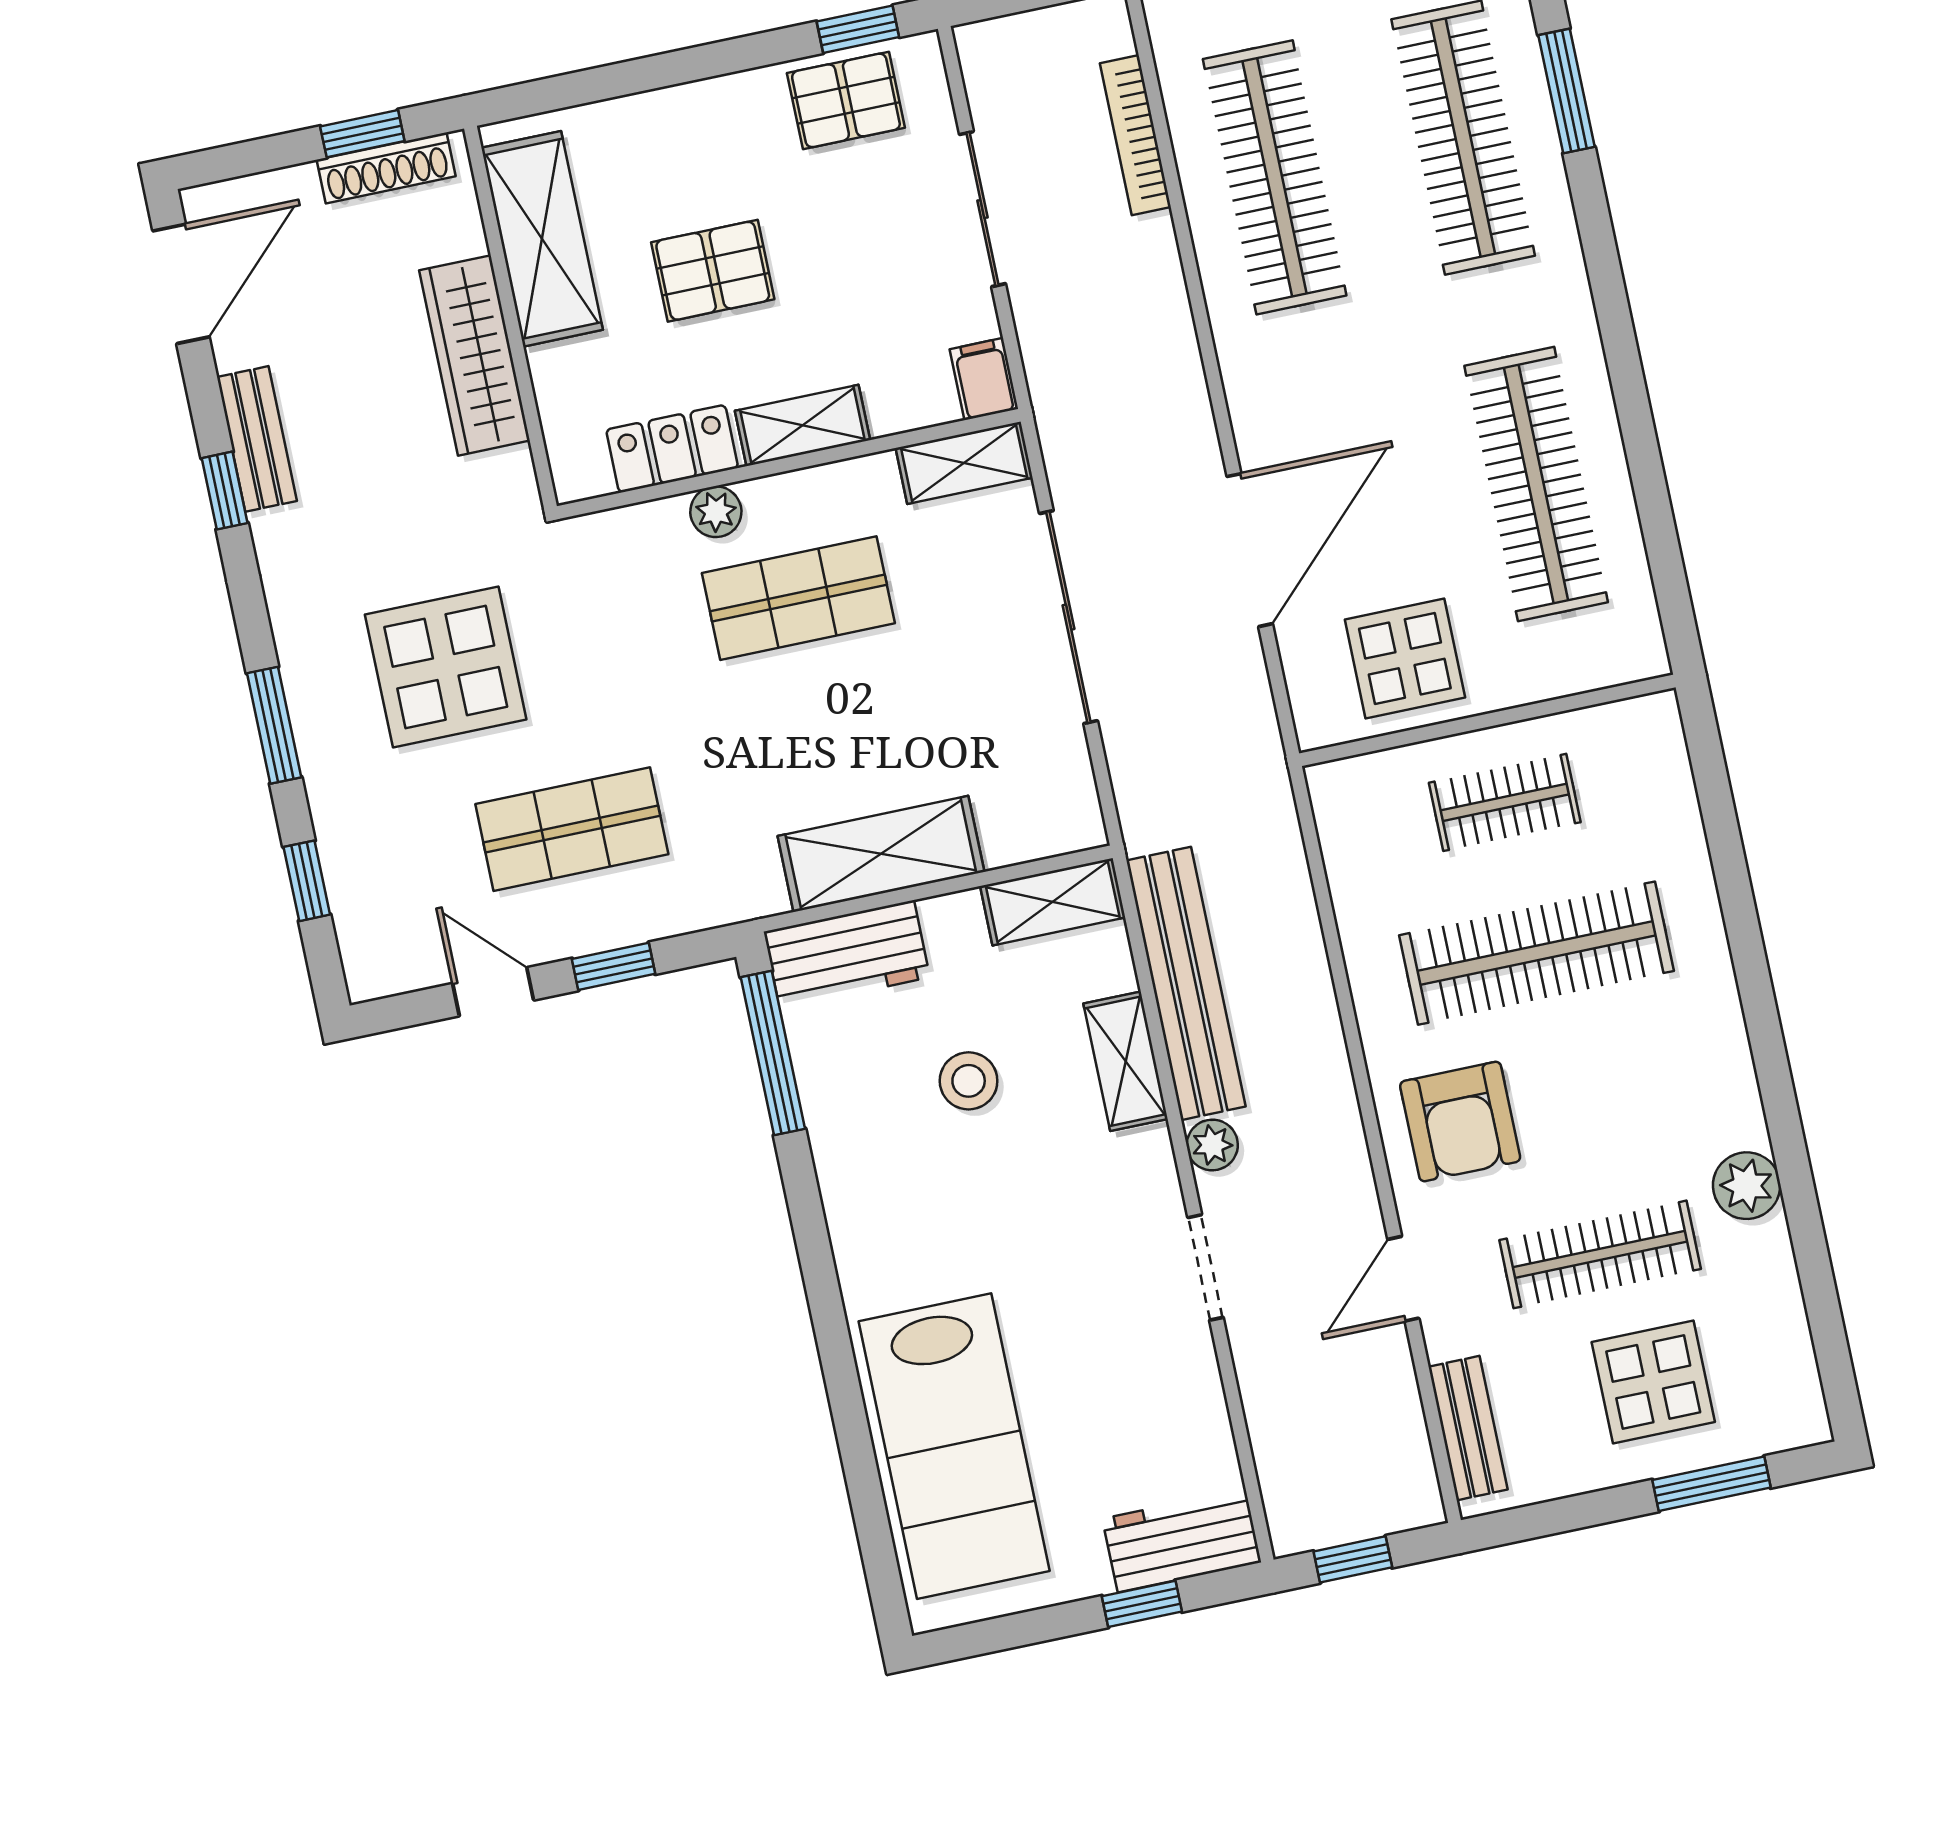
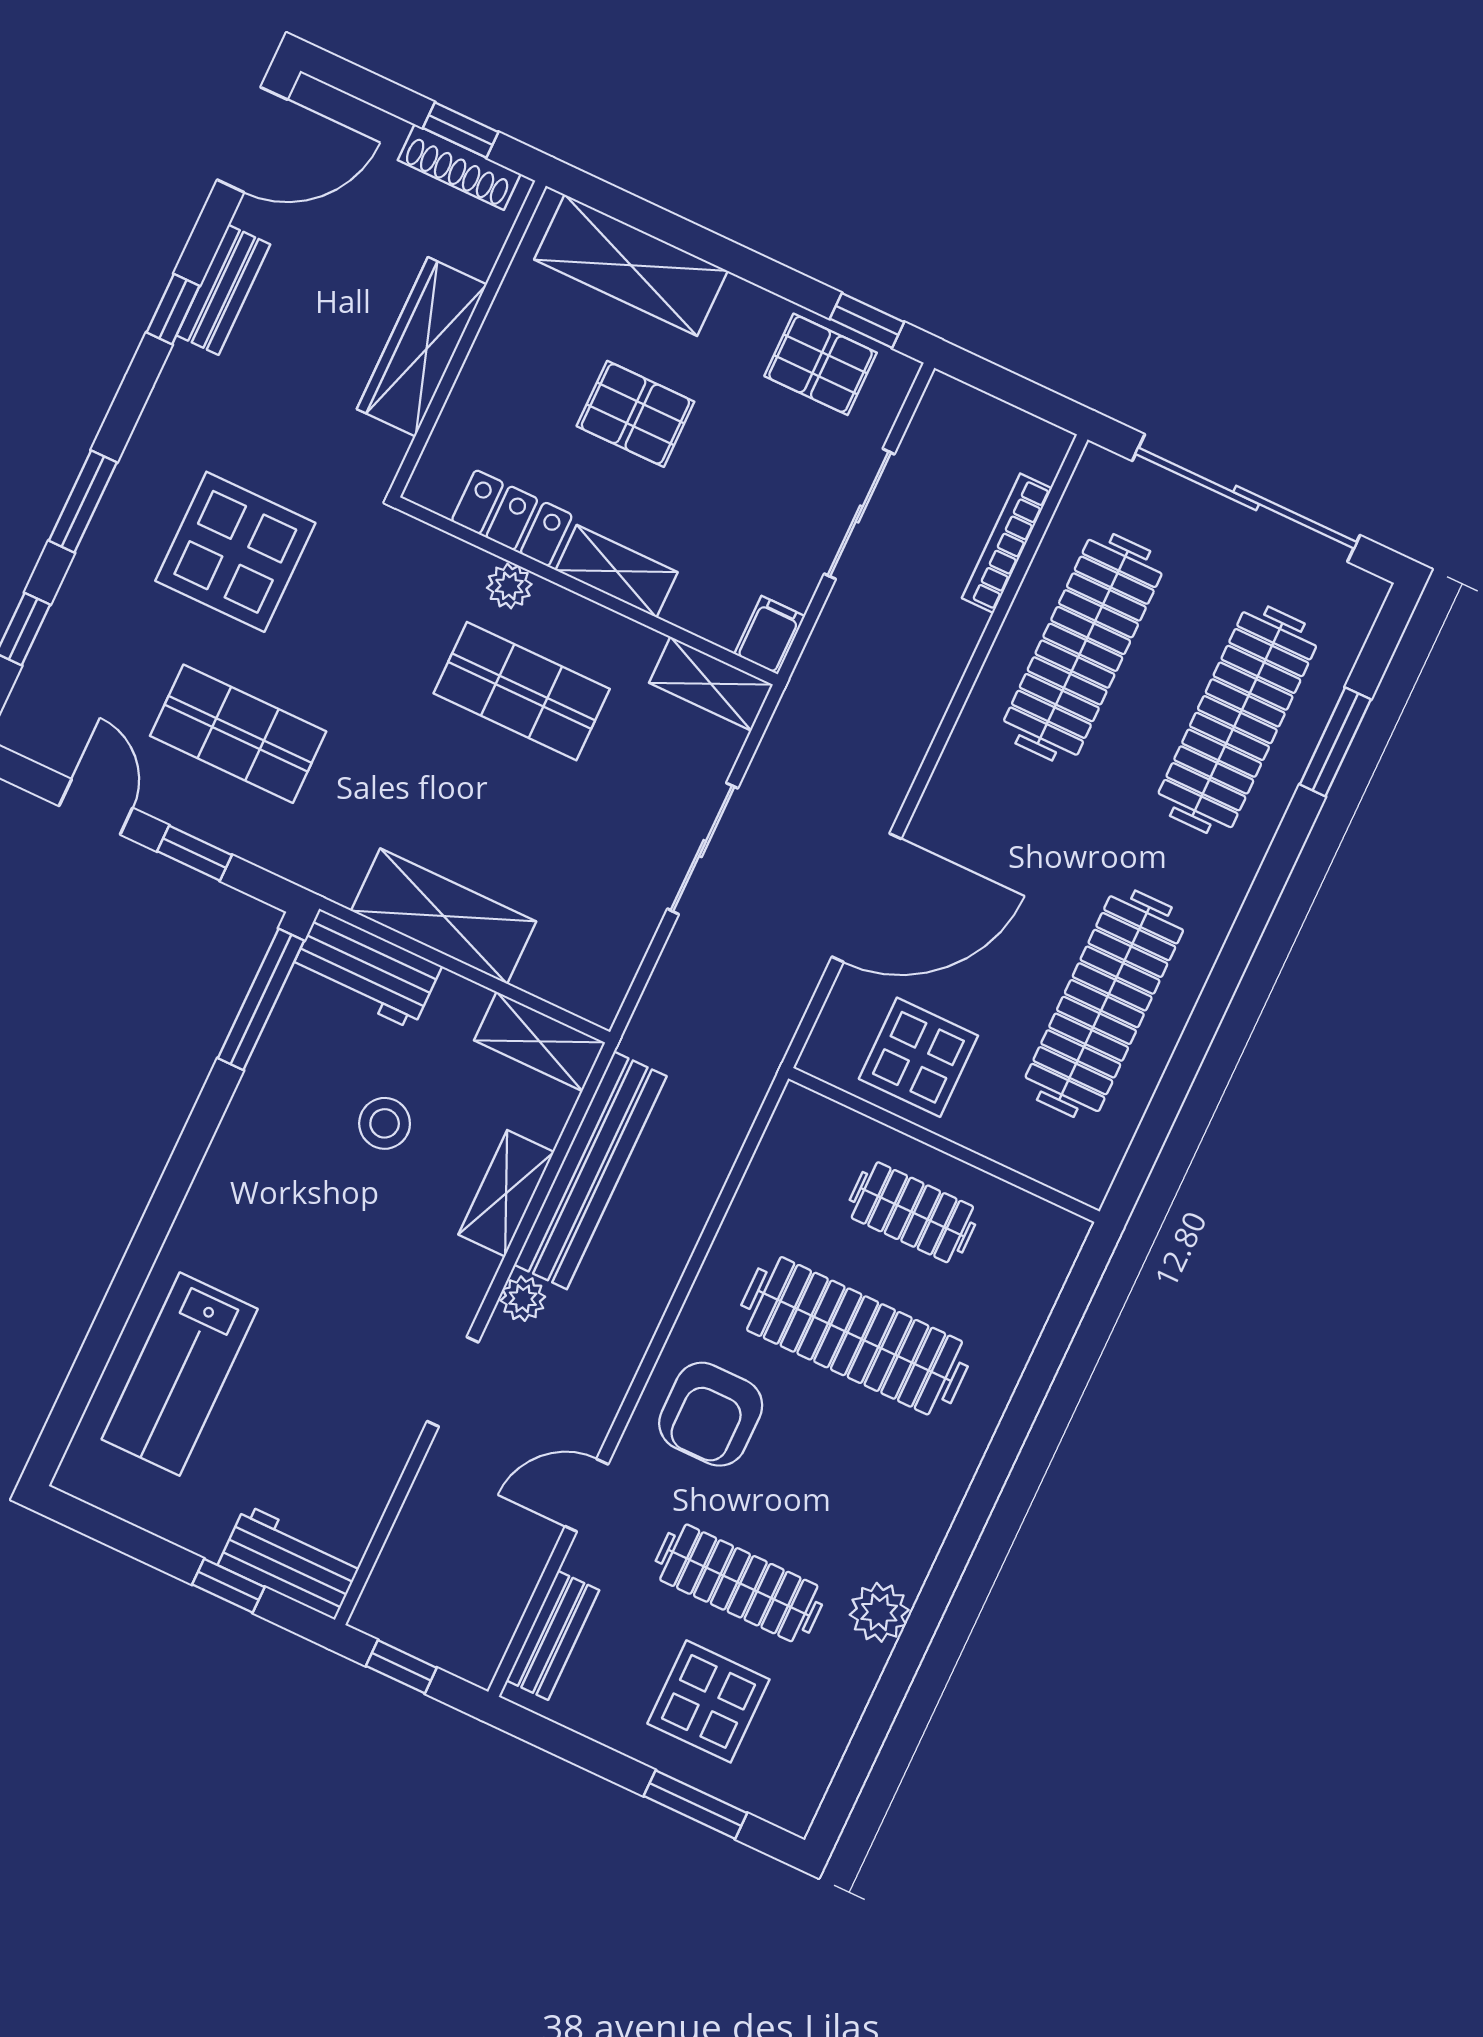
shelving: (542, 239) -> (631, 265), moved, turned 90
sliding door: (1068, 617) -> (703, 849), width x0.73
lab bench: (954, 1446) -> (180, 1374), width x0.73, depth x0.72

